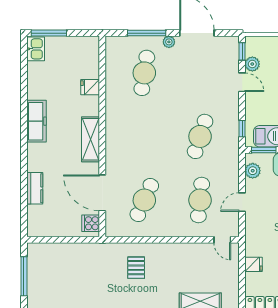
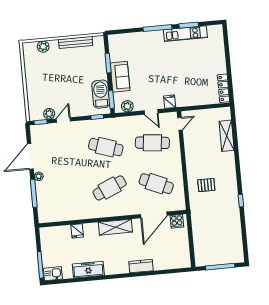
cafe table: (144, 73) -> (110, 188), moved, turned -33
freezer: (37, 121) -> (88, 270), moved
kitchen counter: (35, 188) -> (141, 266), moved
fridge: (254, 264) -> (170, 102), moved

